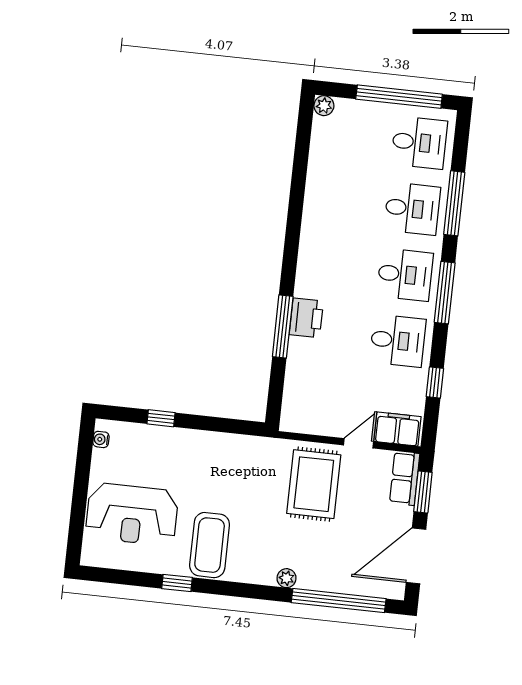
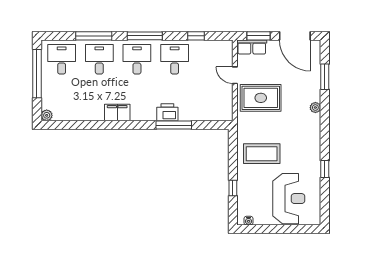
filing cabinet: (397, 429) -> (117, 113), moved, turned 90
coffee table: (210, 545) -> (262, 154), moved
window: (339, 601) -> (325, 77), width x0.47

